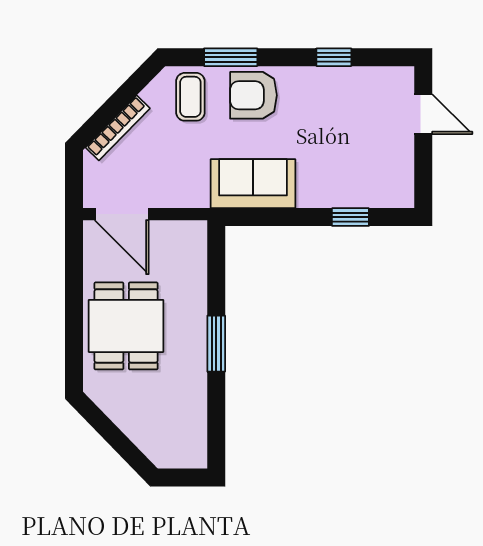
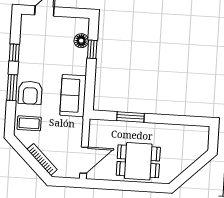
window: (231, 57) -> (12, 87), moved
floor lamp: (367, 194) -> (81, 41), added
window: (216, 344) -> (130, 117), moved

